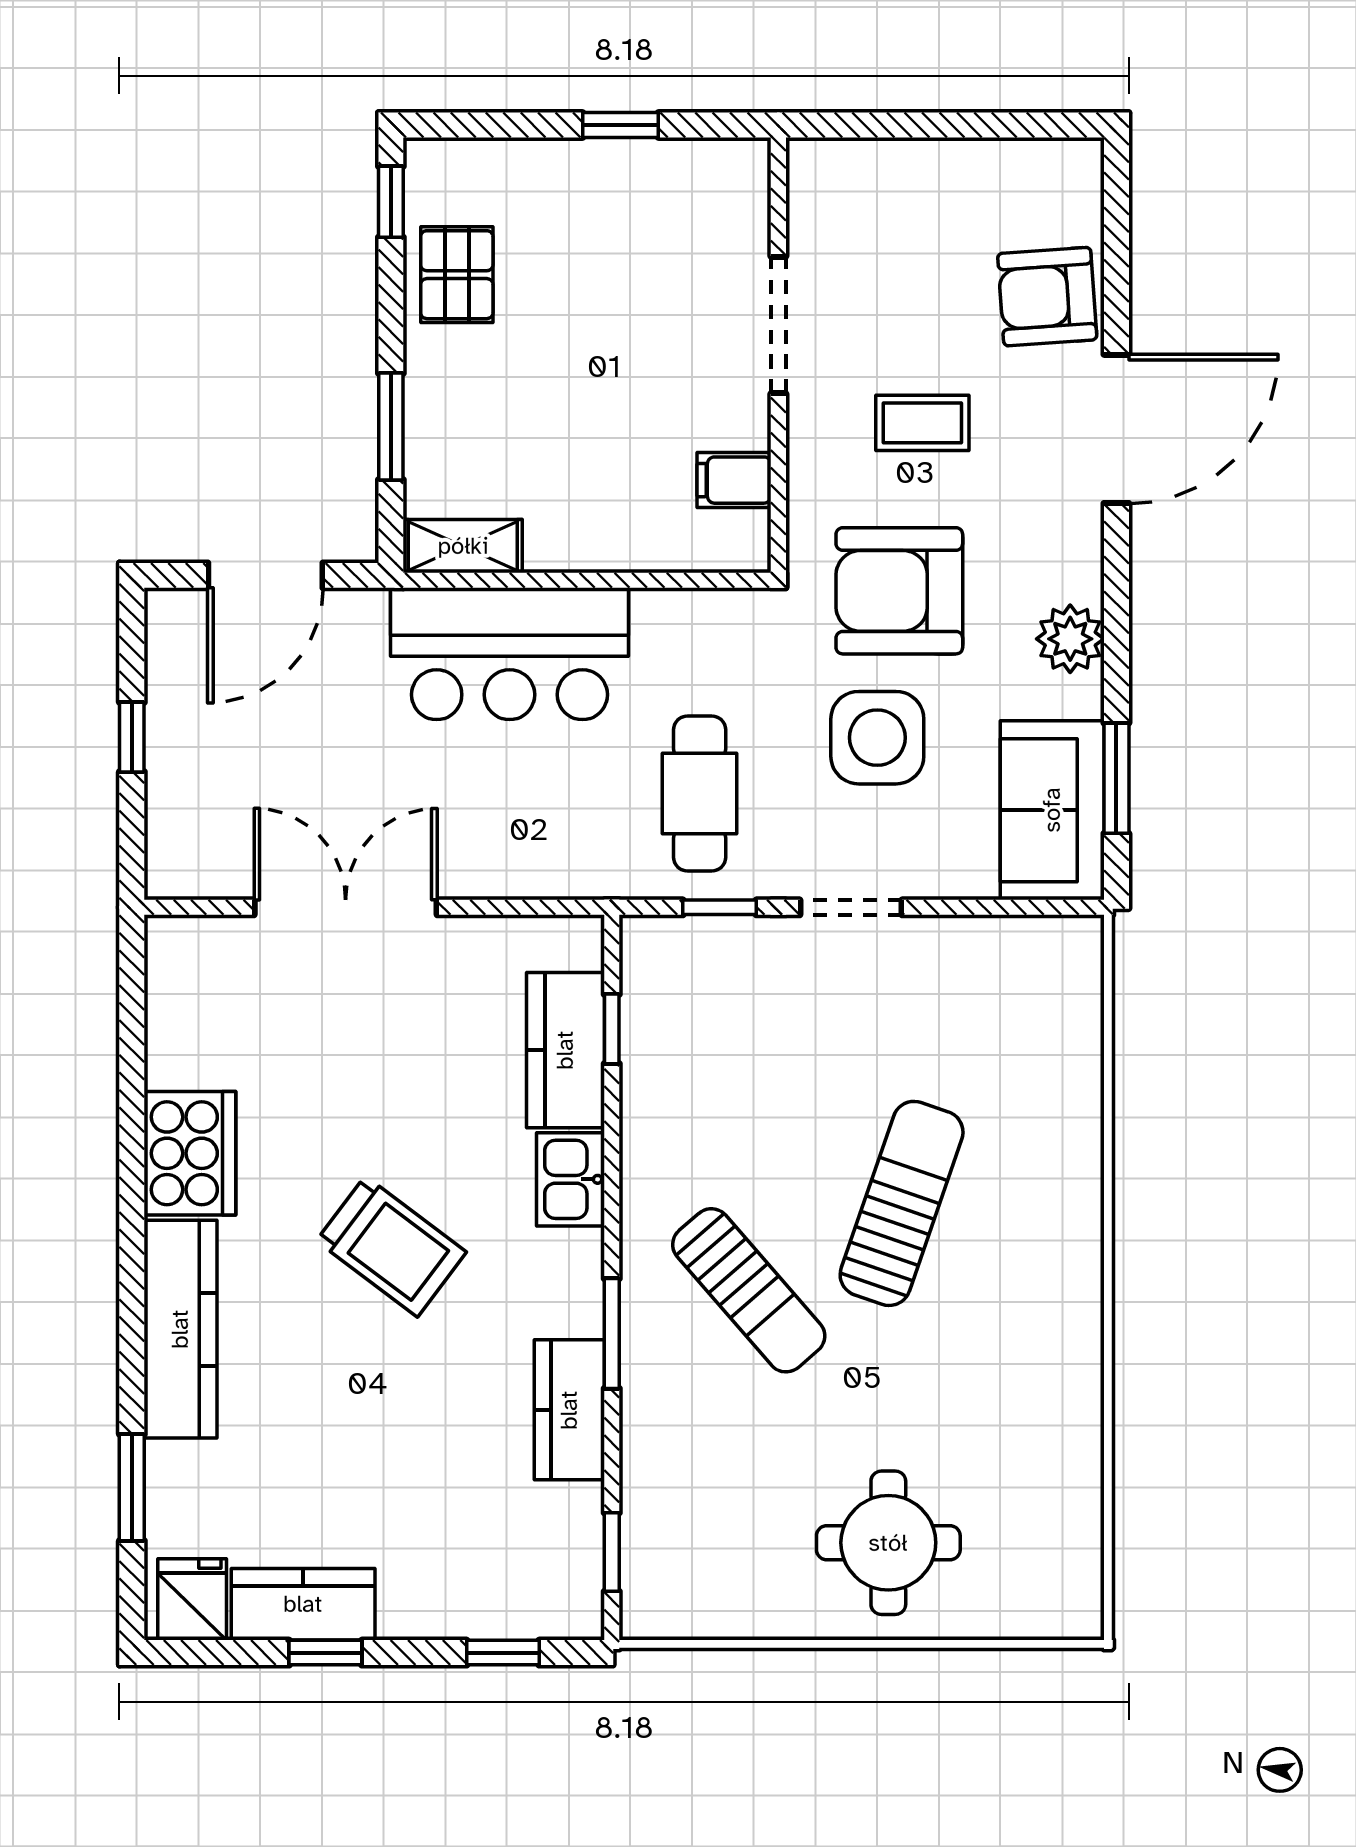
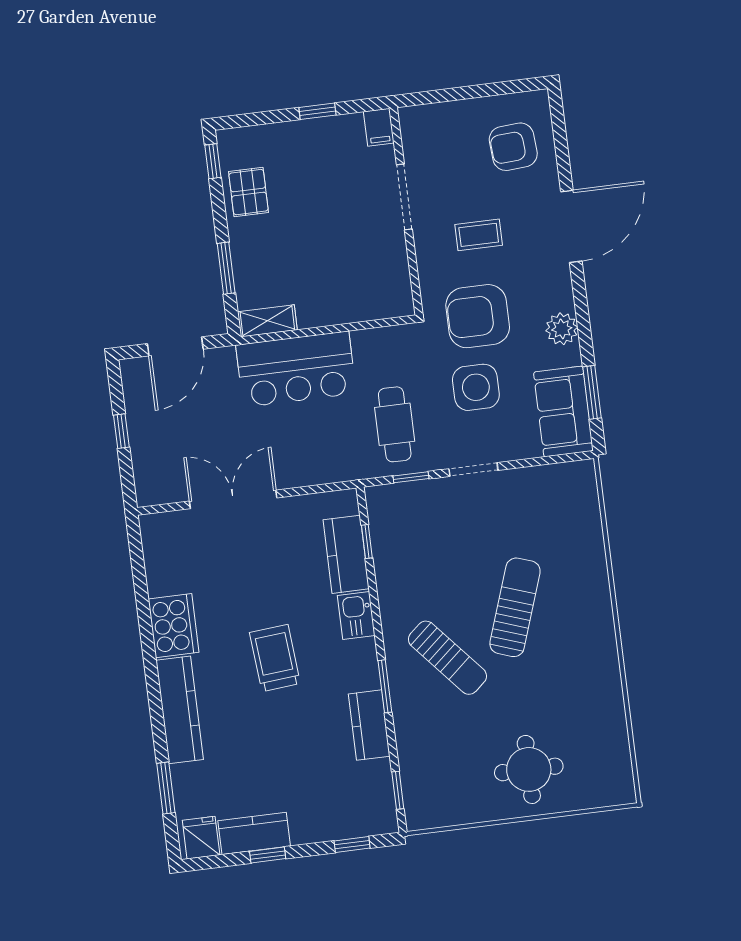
armchair: (1047, 297) -> (513, 147), moved
filing cabinet: (734, 480) -> (379, 127), moved, turned -90
trolley: (391, 1246) -> (275, 658), turned -132

